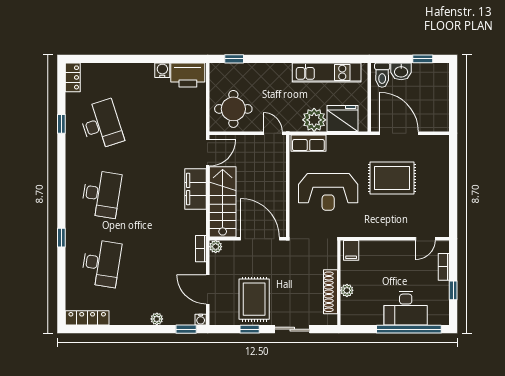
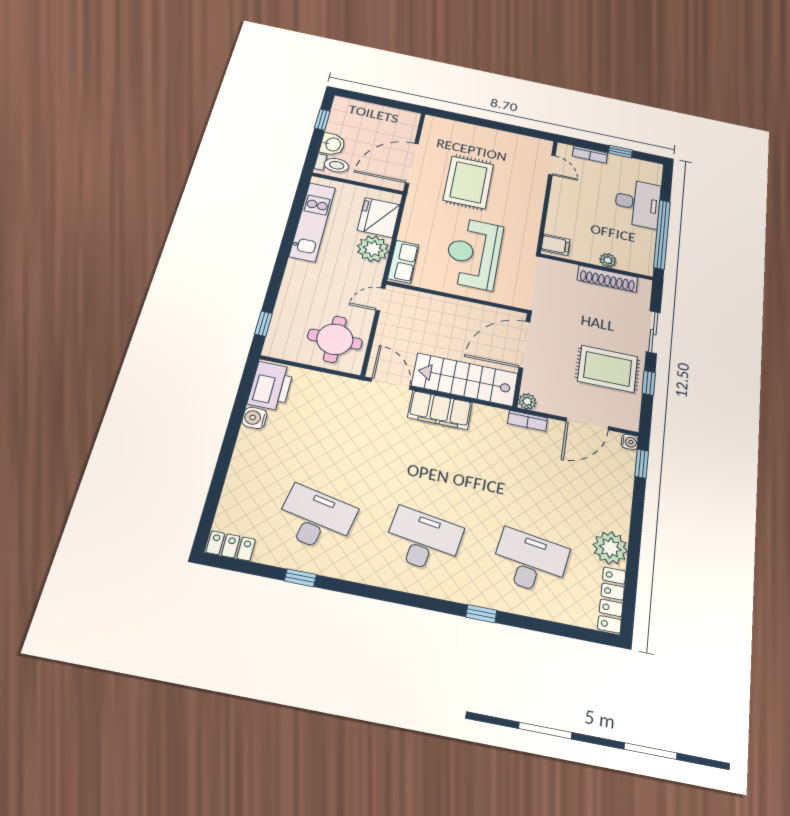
desk: (101, 125) -> (316, 519), turned 30
reception desk: (328, 192) -> (474, 253), turned 180
plant: (157, 319) -> (610, 548), moved, width x1.88, depth x1.88
window: (409, 329) -> (662, 234), moved

